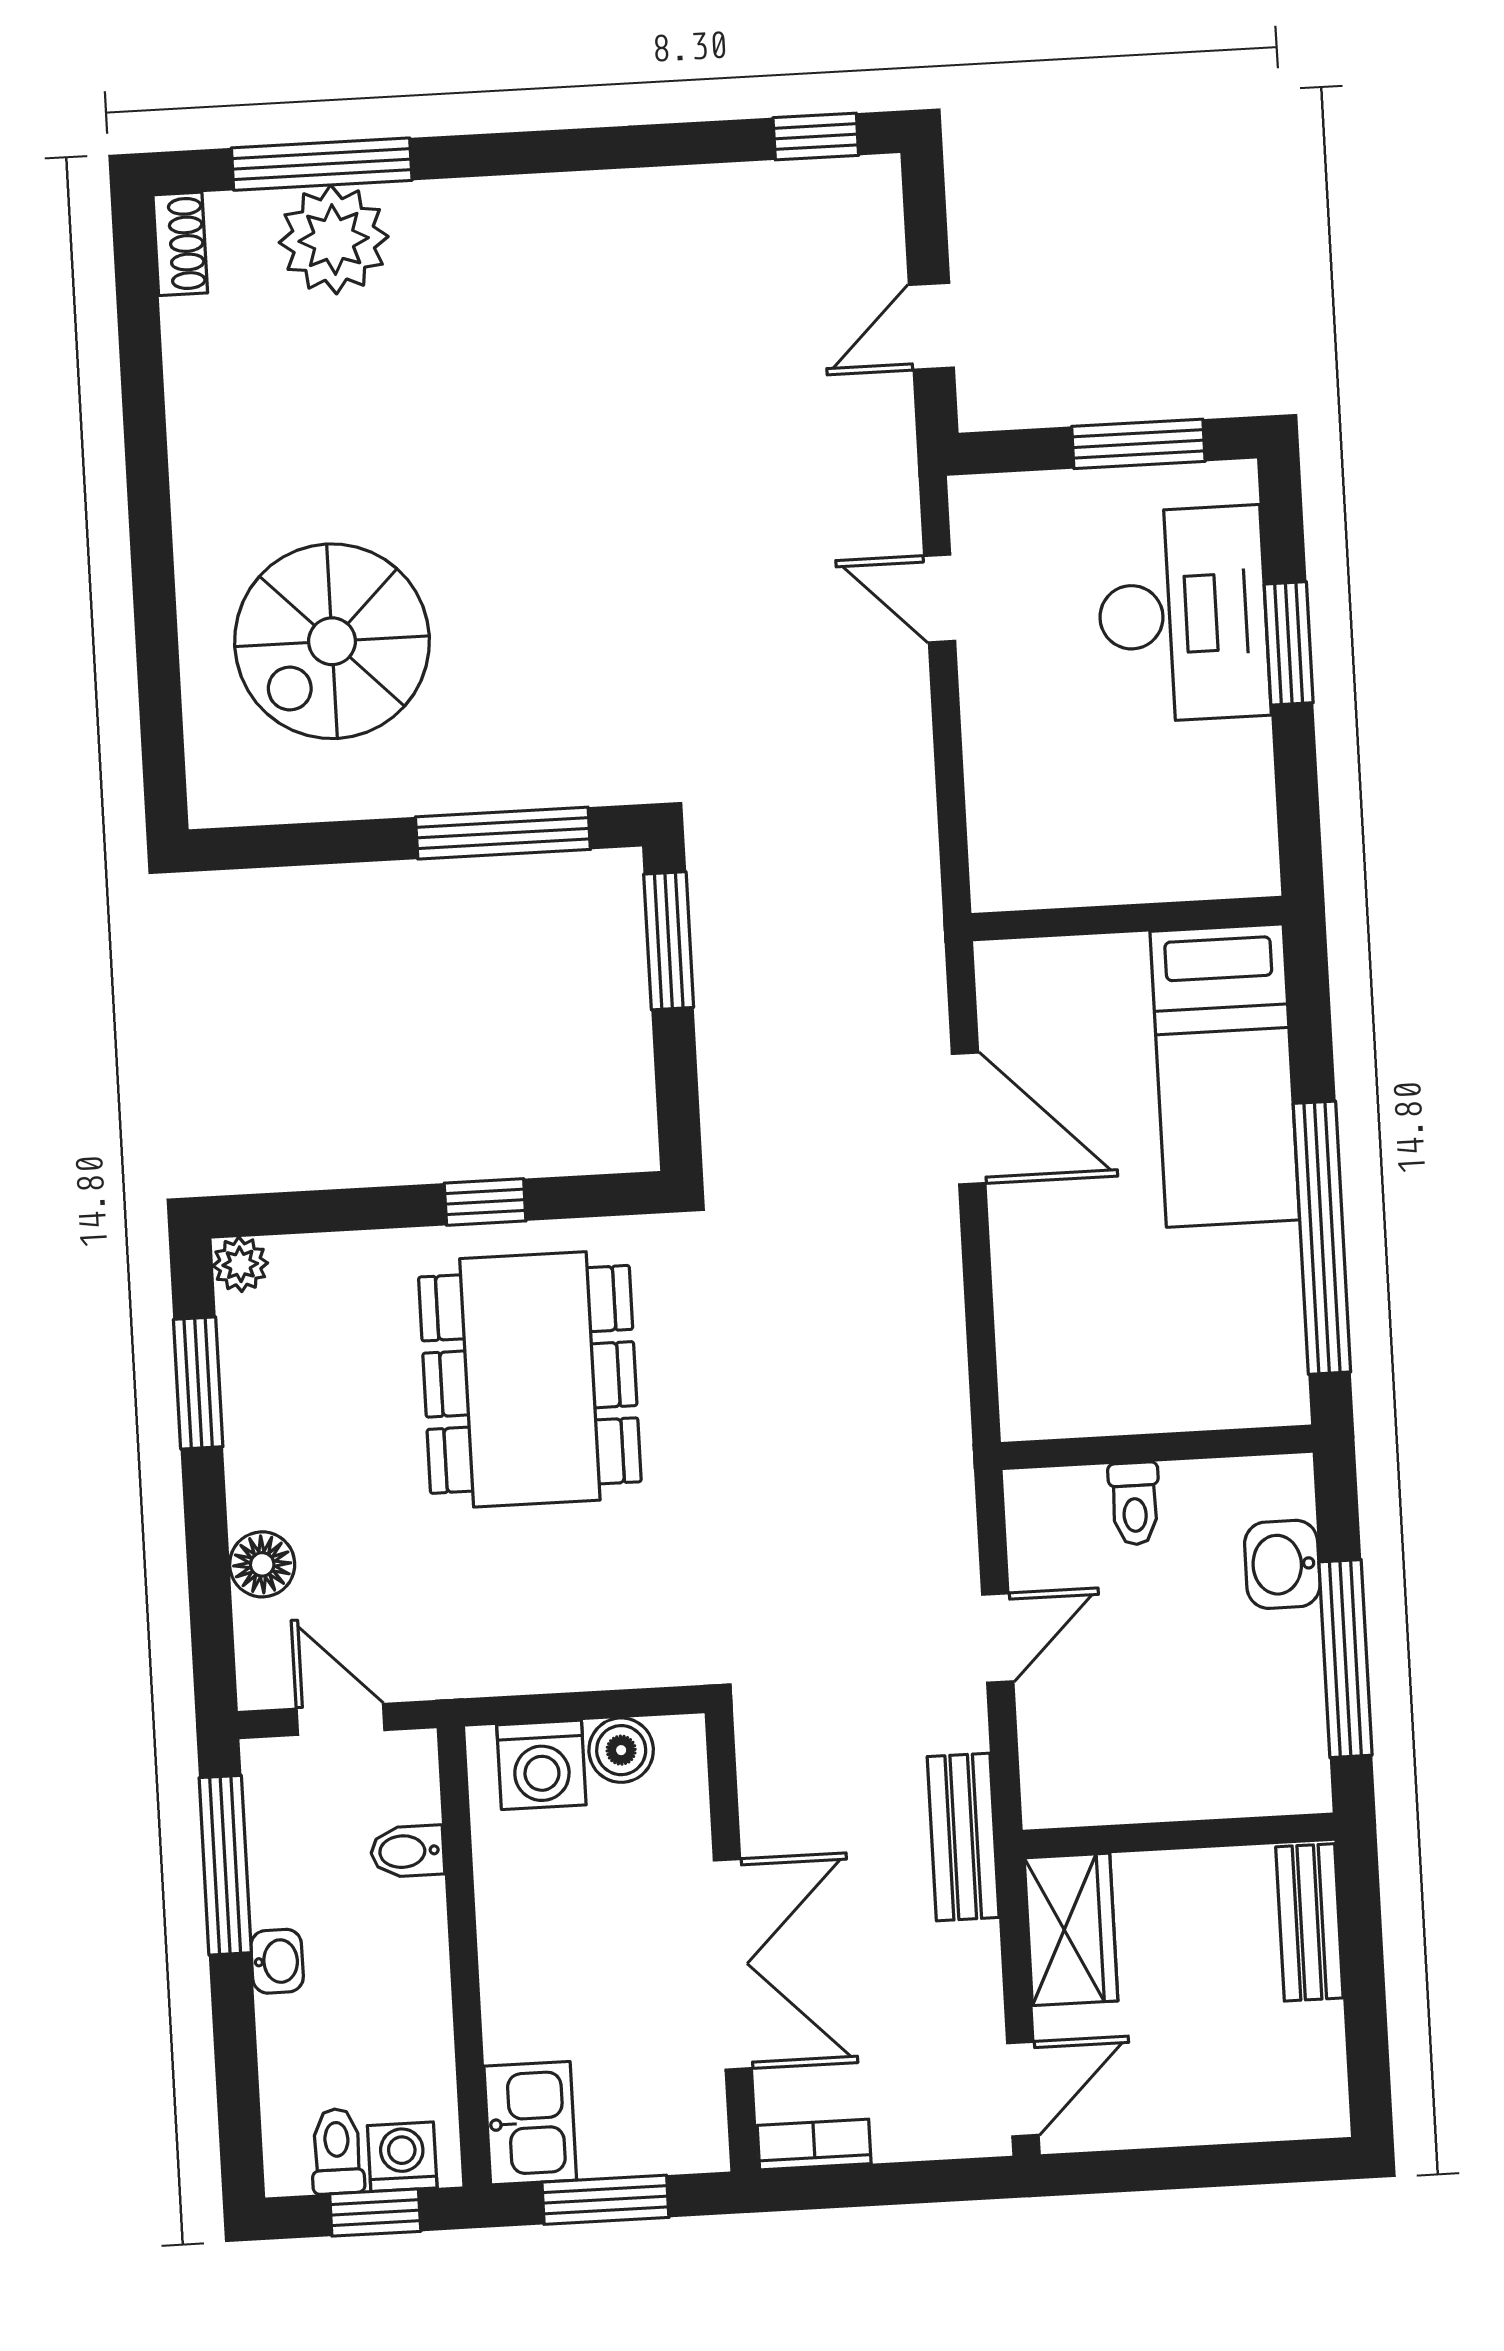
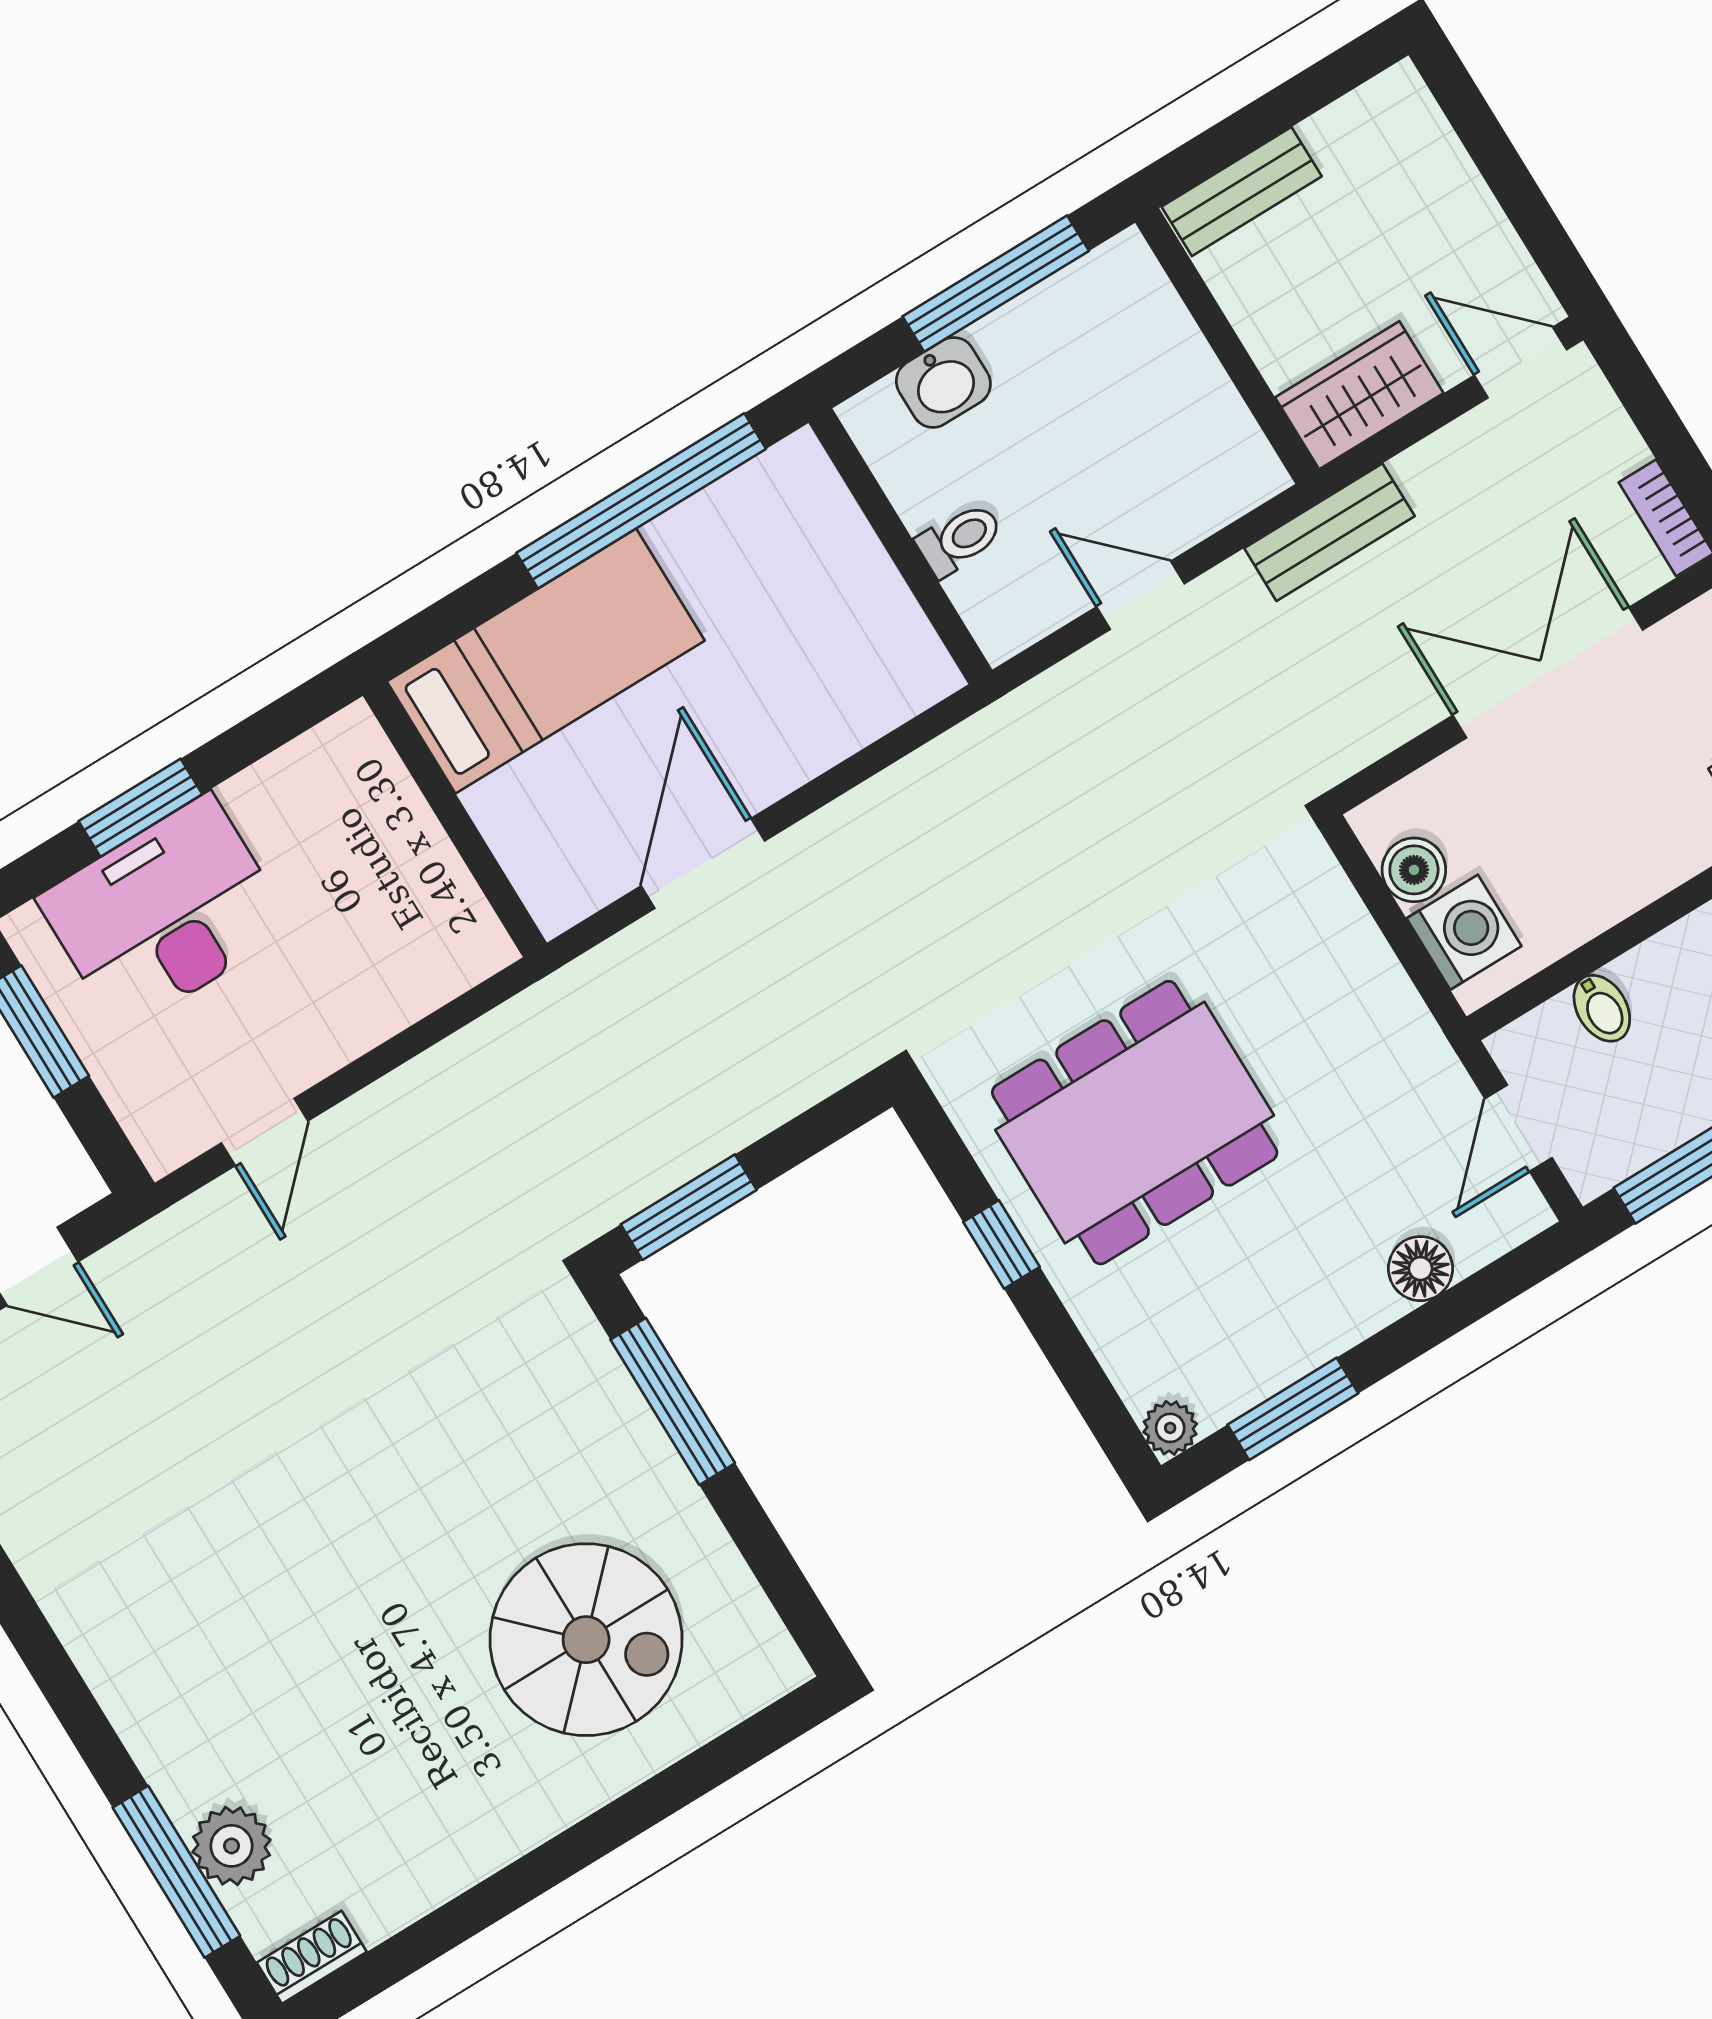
plant: (334, 239) -> (232, 1846), width x0.73, depth x0.73

